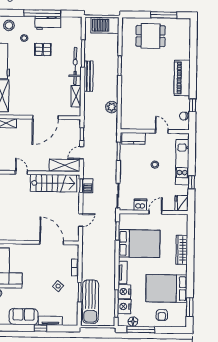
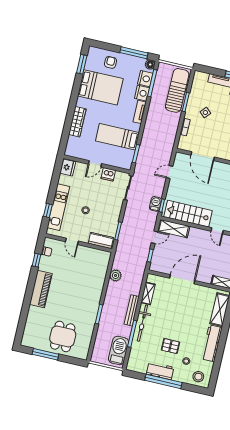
barbecue: (105, 25) -> (119, 350), moved, turned -90
dining table: (151, 36) -> (63, 336), turned 90
window: (191, 182) -> (48, 211), moved
bed: (139, 244) -> (117, 137), width x0.67
floor lamp: (133, 322) -> (150, 64), moved

